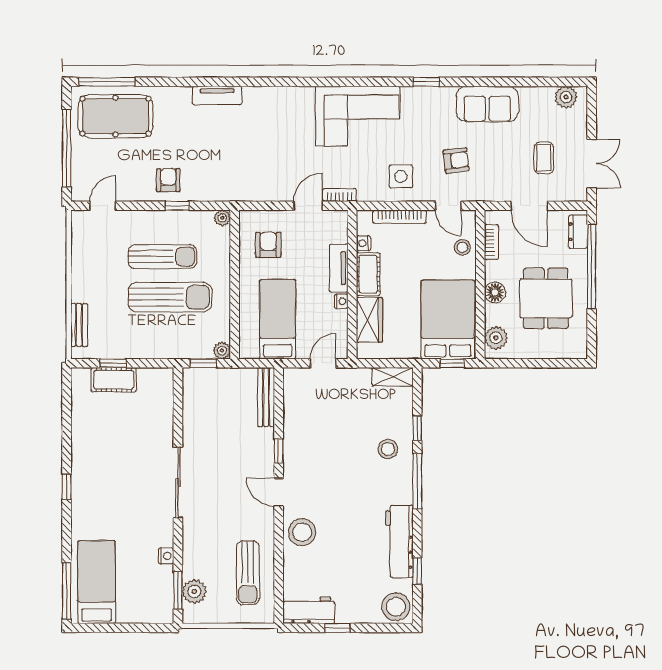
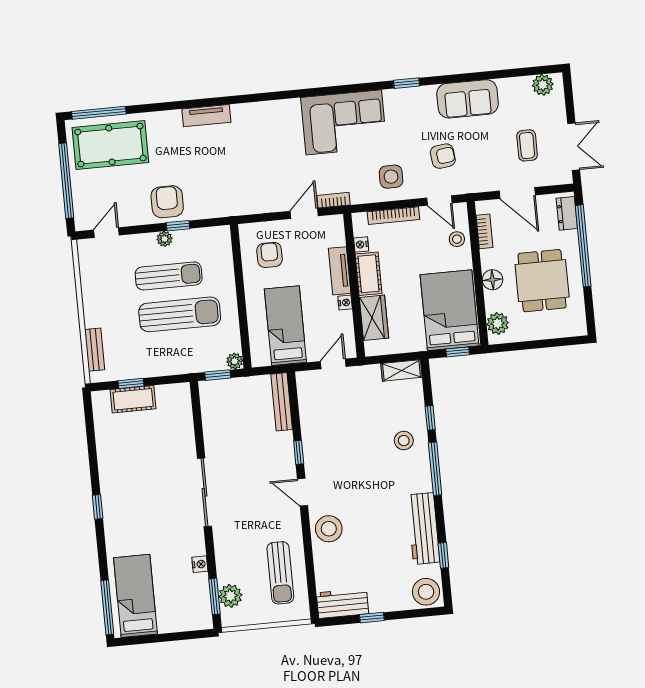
armchair: (168, 180) -> (167, 202), width x1.38, depth x1.38
plant: (222, 218) -> (165, 239), moved

